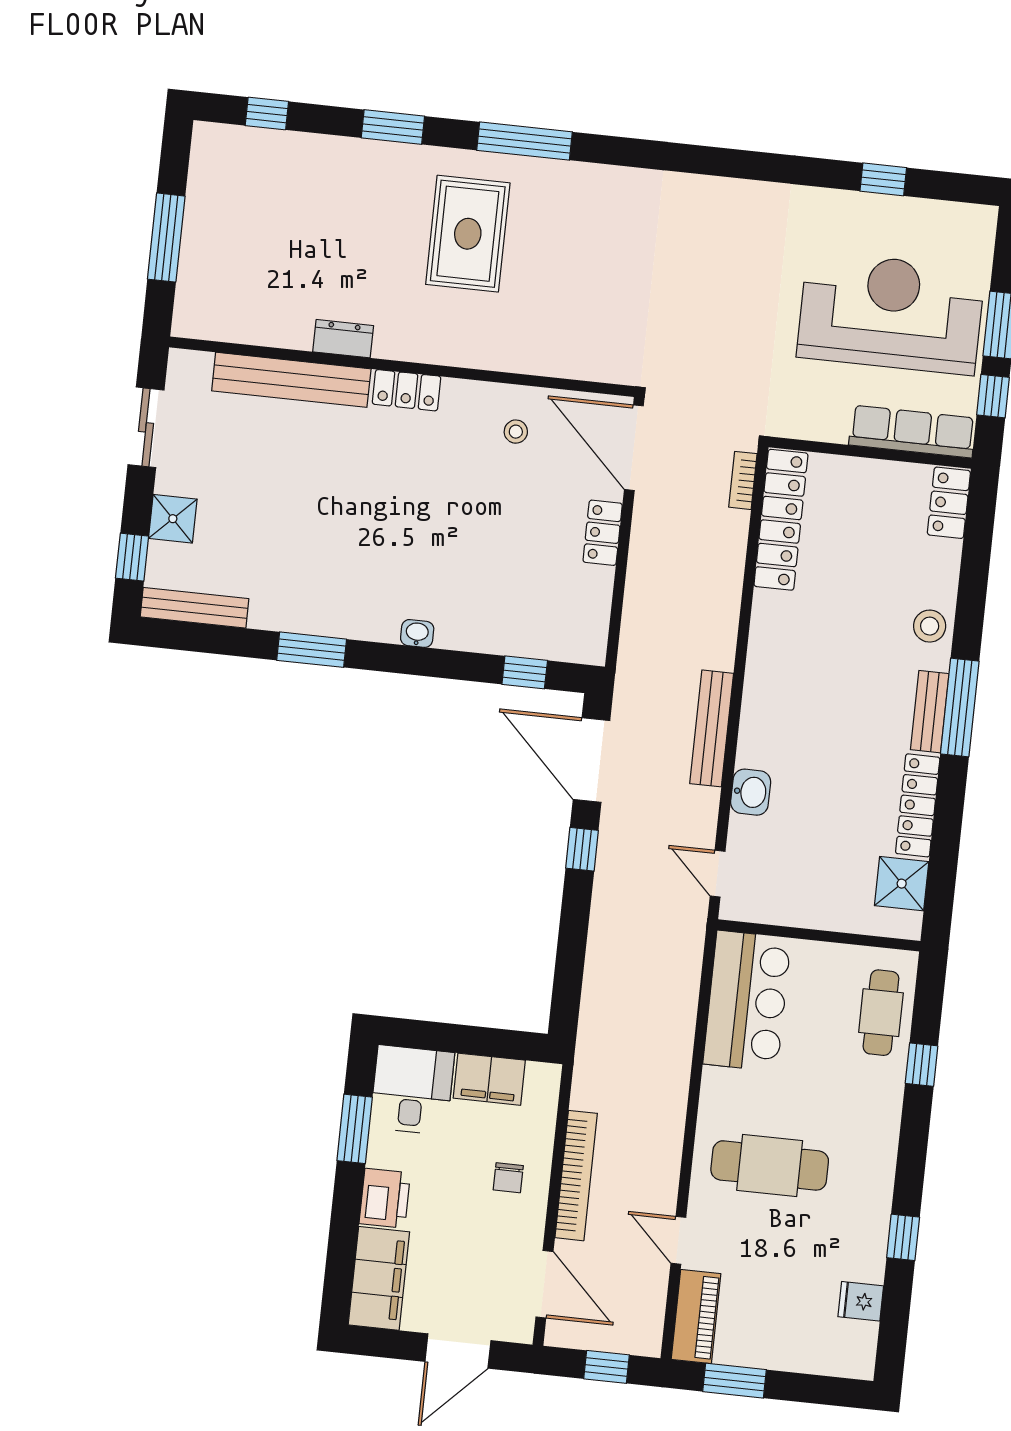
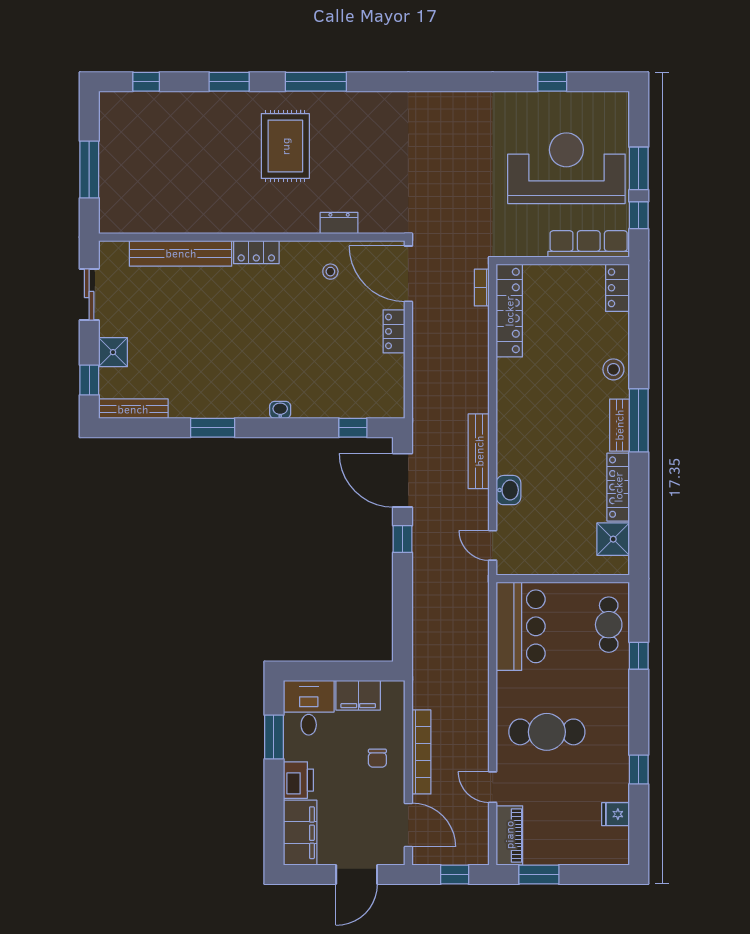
dresser: (343, 339) -> (339, 223), moved

